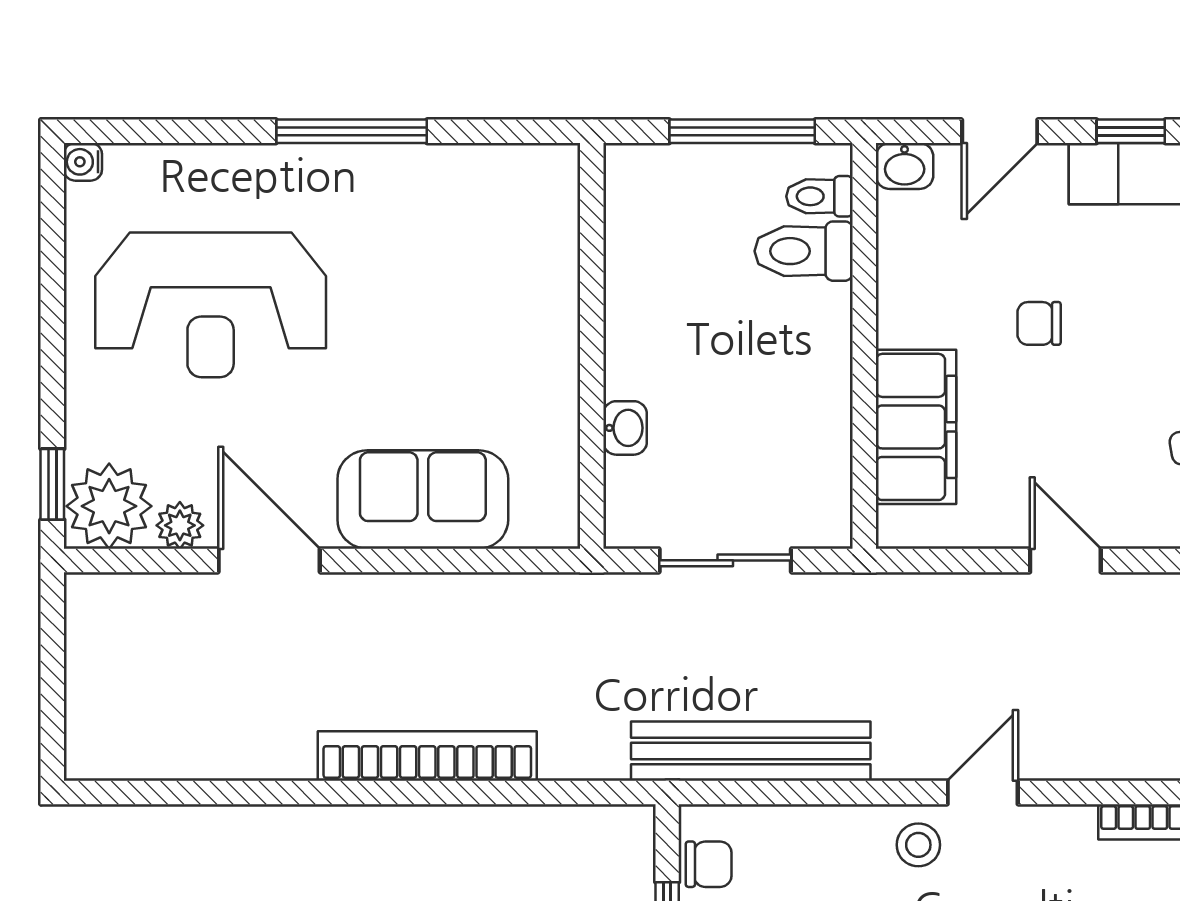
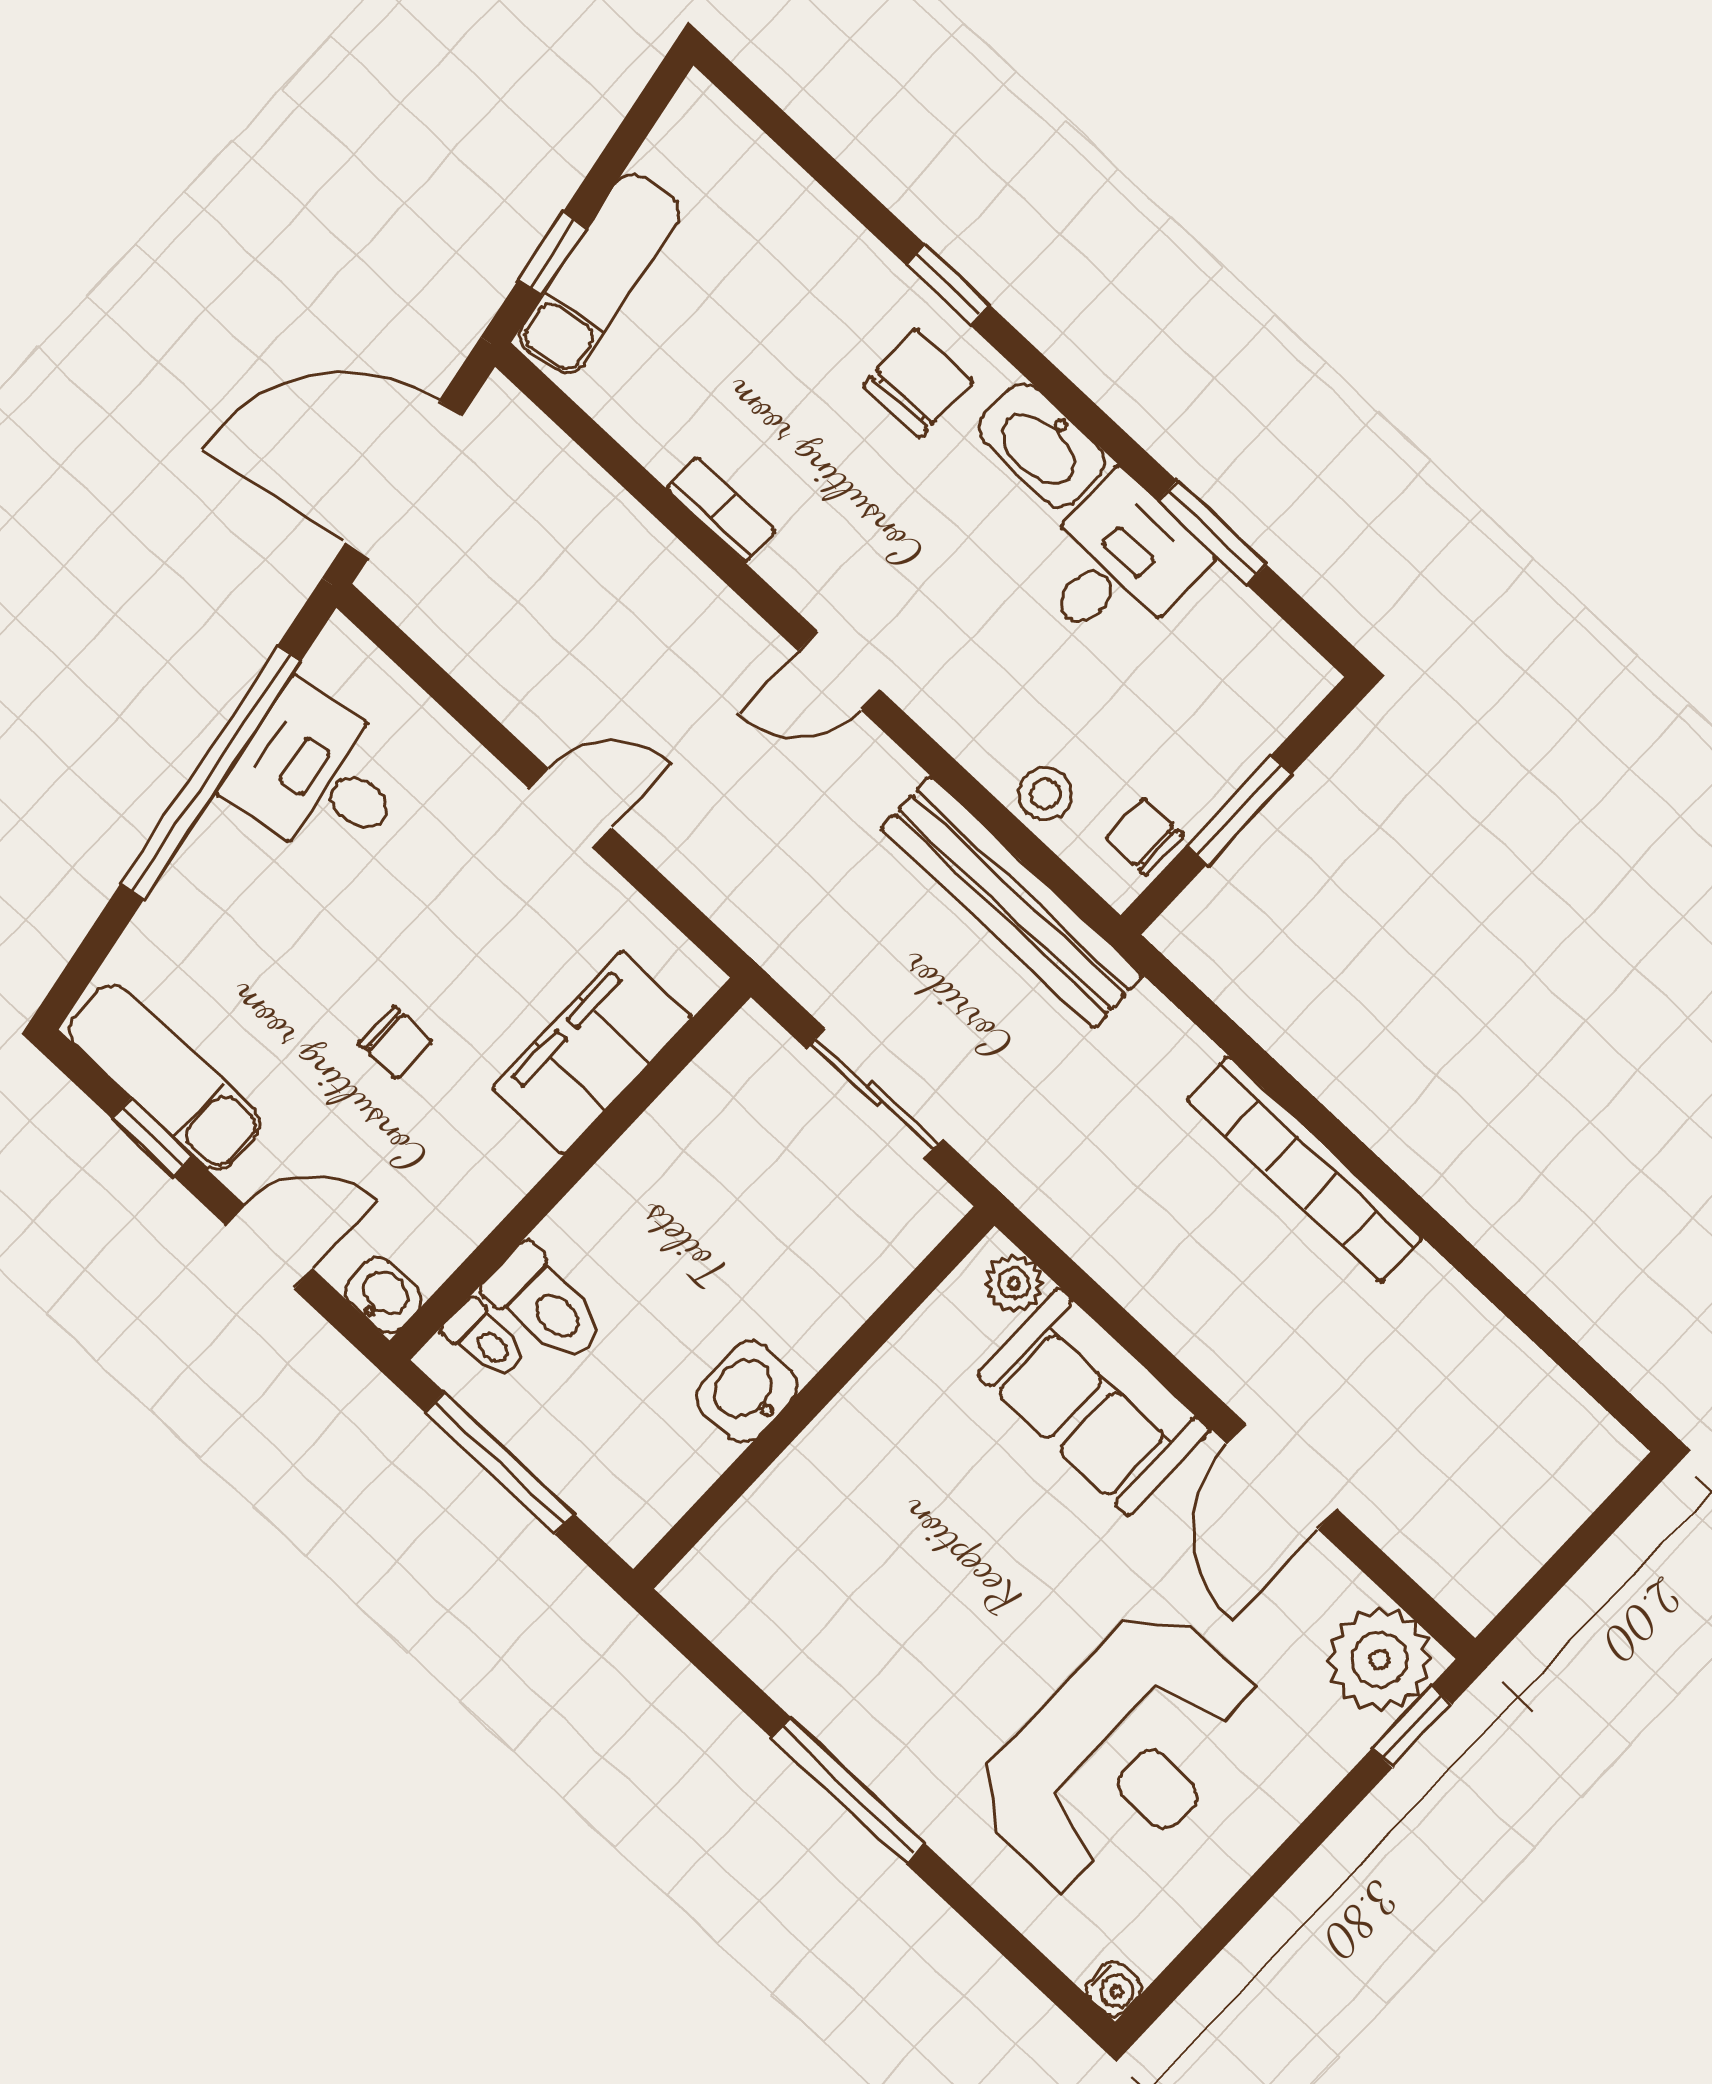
reception desk: (211, 305) -> (1120, 1754), turned 90
washbasin: (625, 428) -> (747, 1392), moved, width x1.38, depth x1.45
plant: (180, 525) -> (1014, 1284), moved
door: (1065, 560) -> (571, 808), swing flipped
stool: (918, 845) -> (1045, 794), moved

